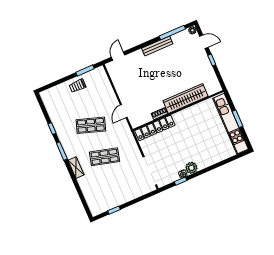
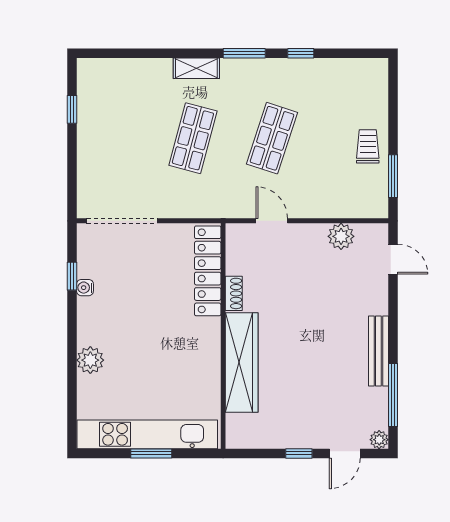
plant: (118, 81) -> (341, 236), added
plant: (191, 168) -> (90, 360), moved

